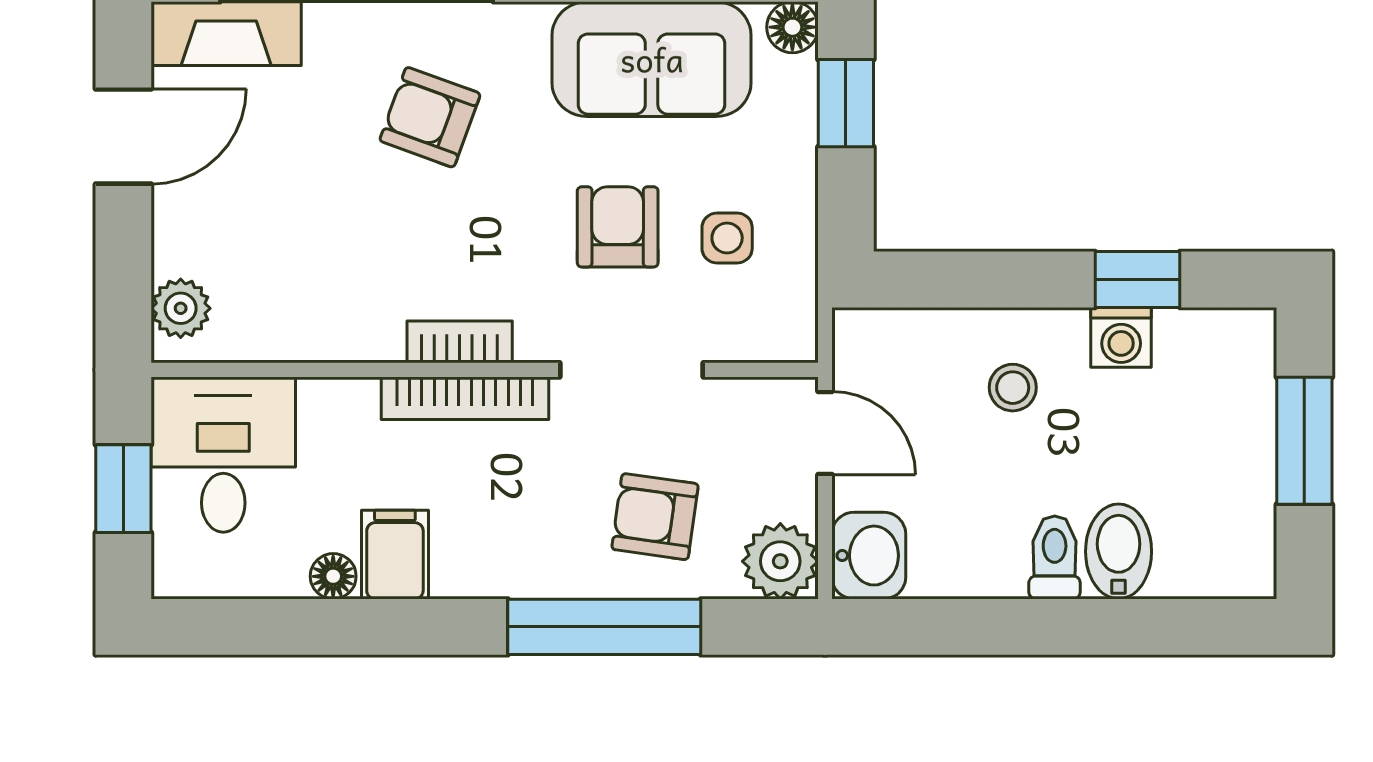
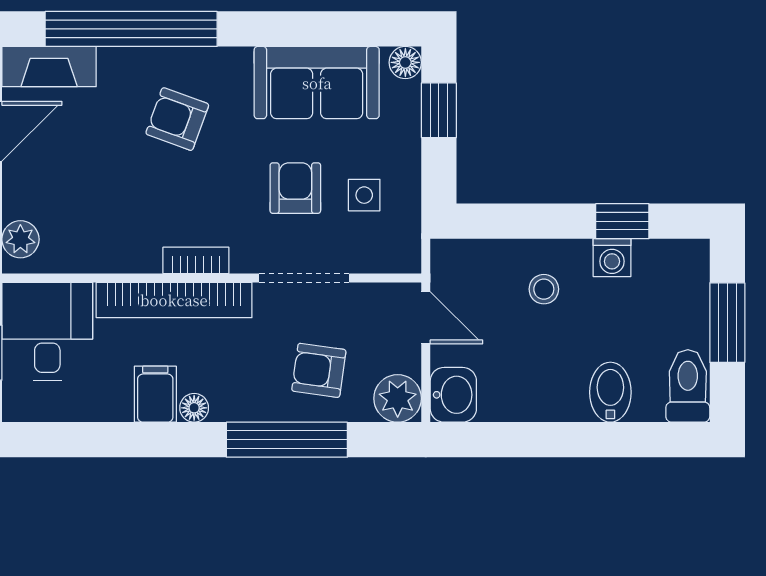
bookcase: (465, 398) -> (174, 300), width x1.48, depth x1.31
toilet: (1055, 557) -> (688, 386), moved, width x1.37, depth x1.39
floor lamp: (333, 576) -> (194, 408), moved

